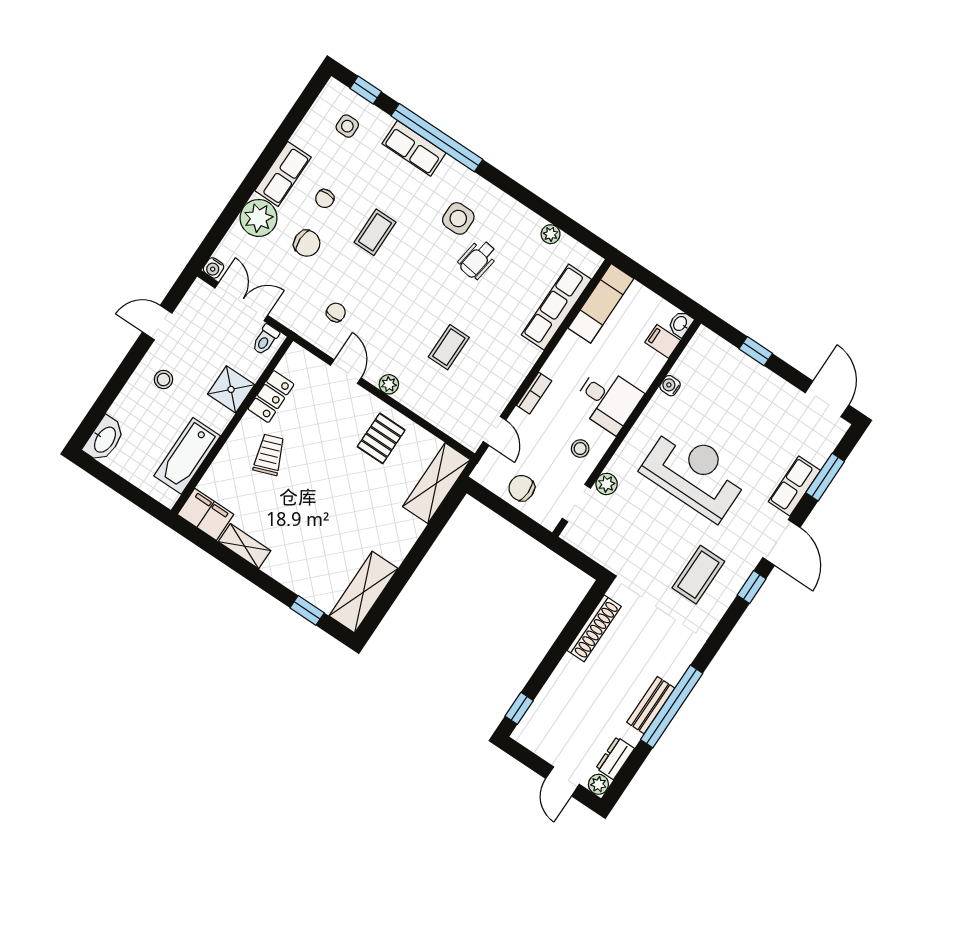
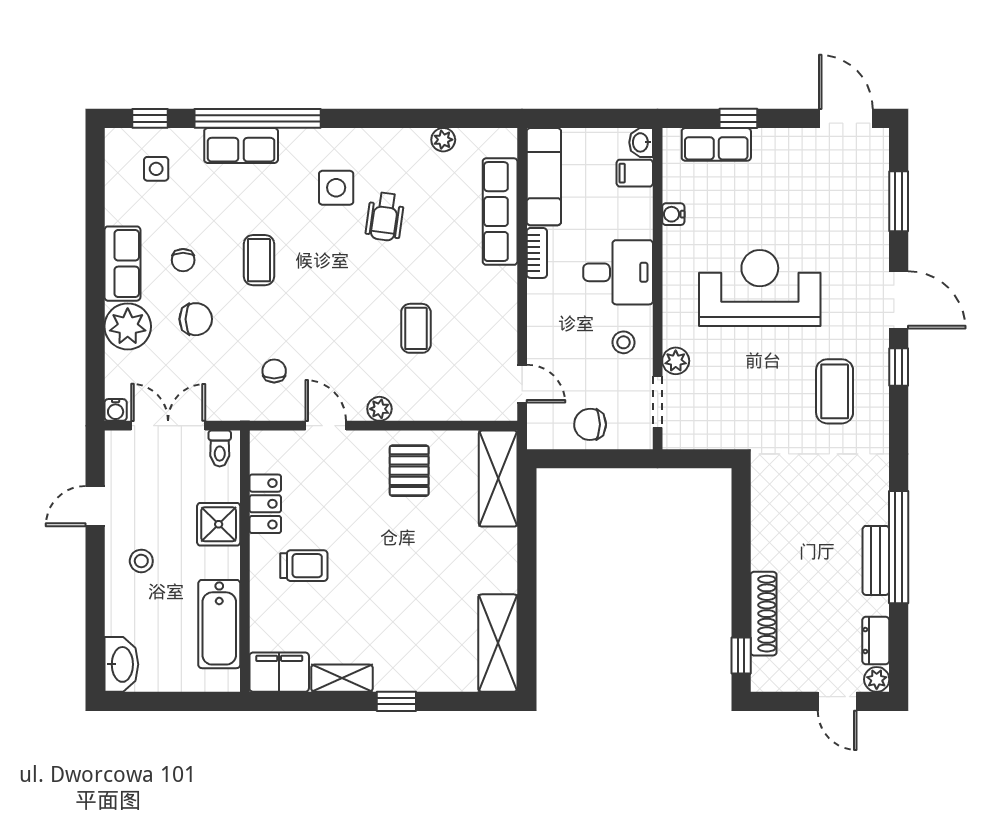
bookcase: (534, 393) -> (537, 253), moved
trolley: (269, 455) -> (304, 566), turned 110
row of seats: (794, 486) -> (716, 144), moved, turned -90
window: (307, 610) -> (396, 701), moved
shoe rack: (594, 628) -> (763, 614), moved

